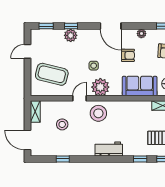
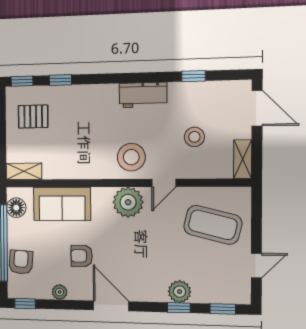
side table: (94, 66) -> (140, 239), removed
workbench: (109, 149) -> (143, 95), moved

